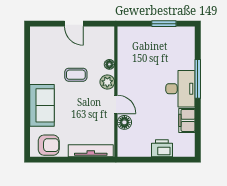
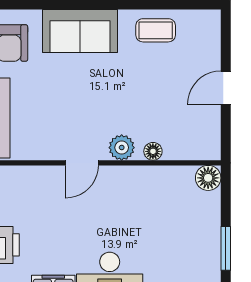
coffee table: (76, 75) -> (156, 30), moved, turned 90
floor lamp: (124, 122) -> (208, 178), moved

